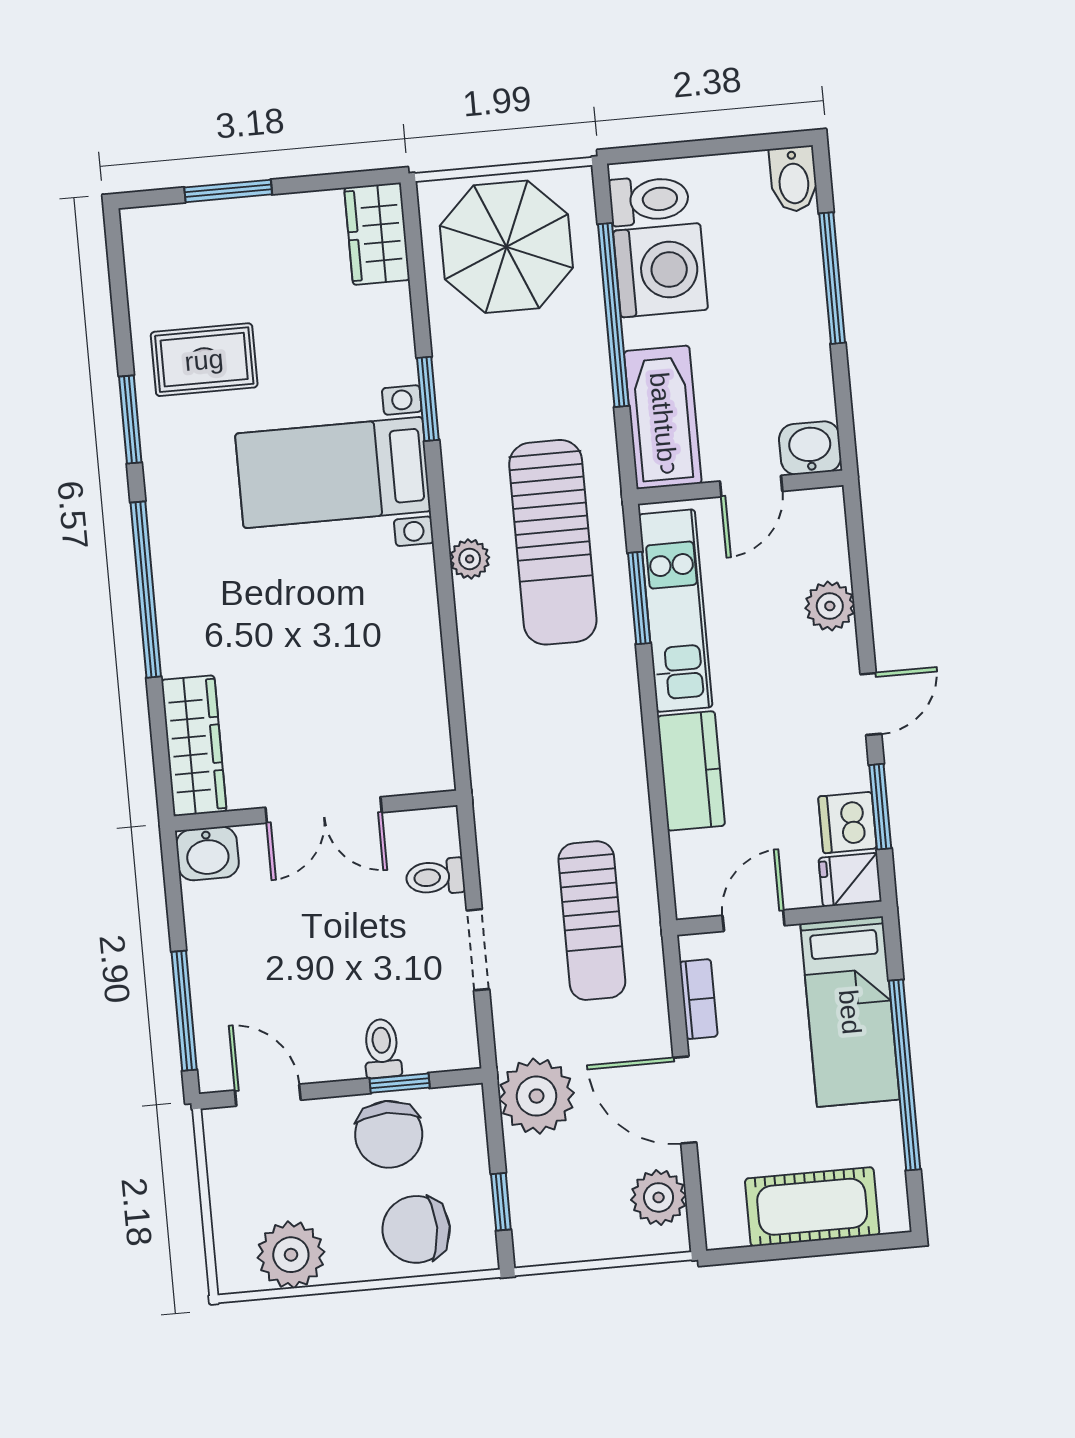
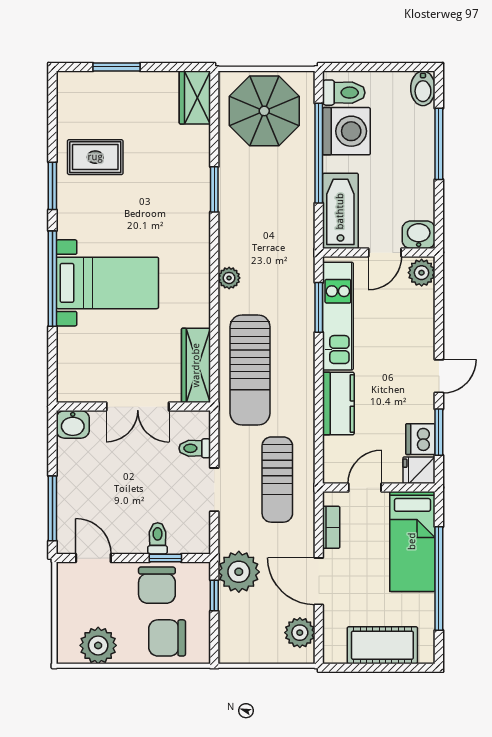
bed with nightstands: (333, 472) -> (107, 283), moved, turned 180
sun lounger: (553, 542) -> (250, 370), moved
plant: (830, 606) -> (422, 273), moved
wardrobe: (194, 746) -> (196, 365), moved, turned 180
window: (501, 1202) -> (214, 595), moved

